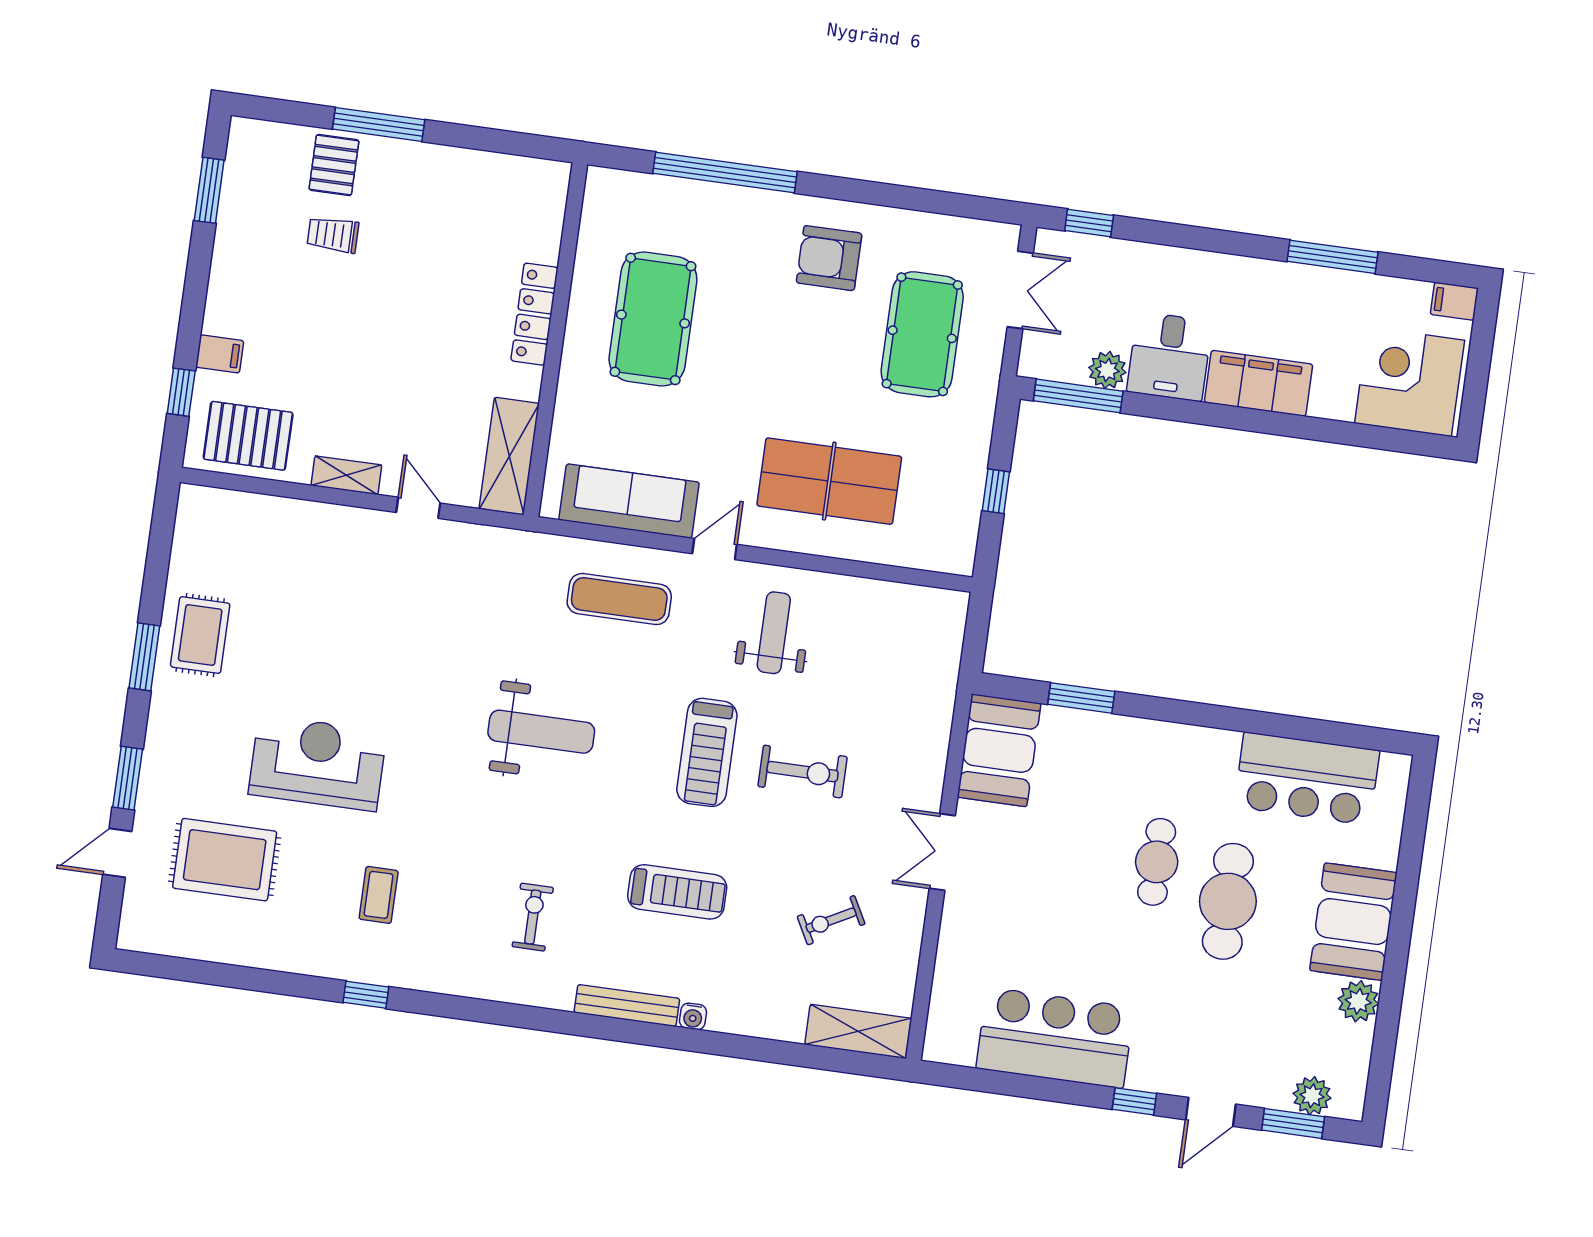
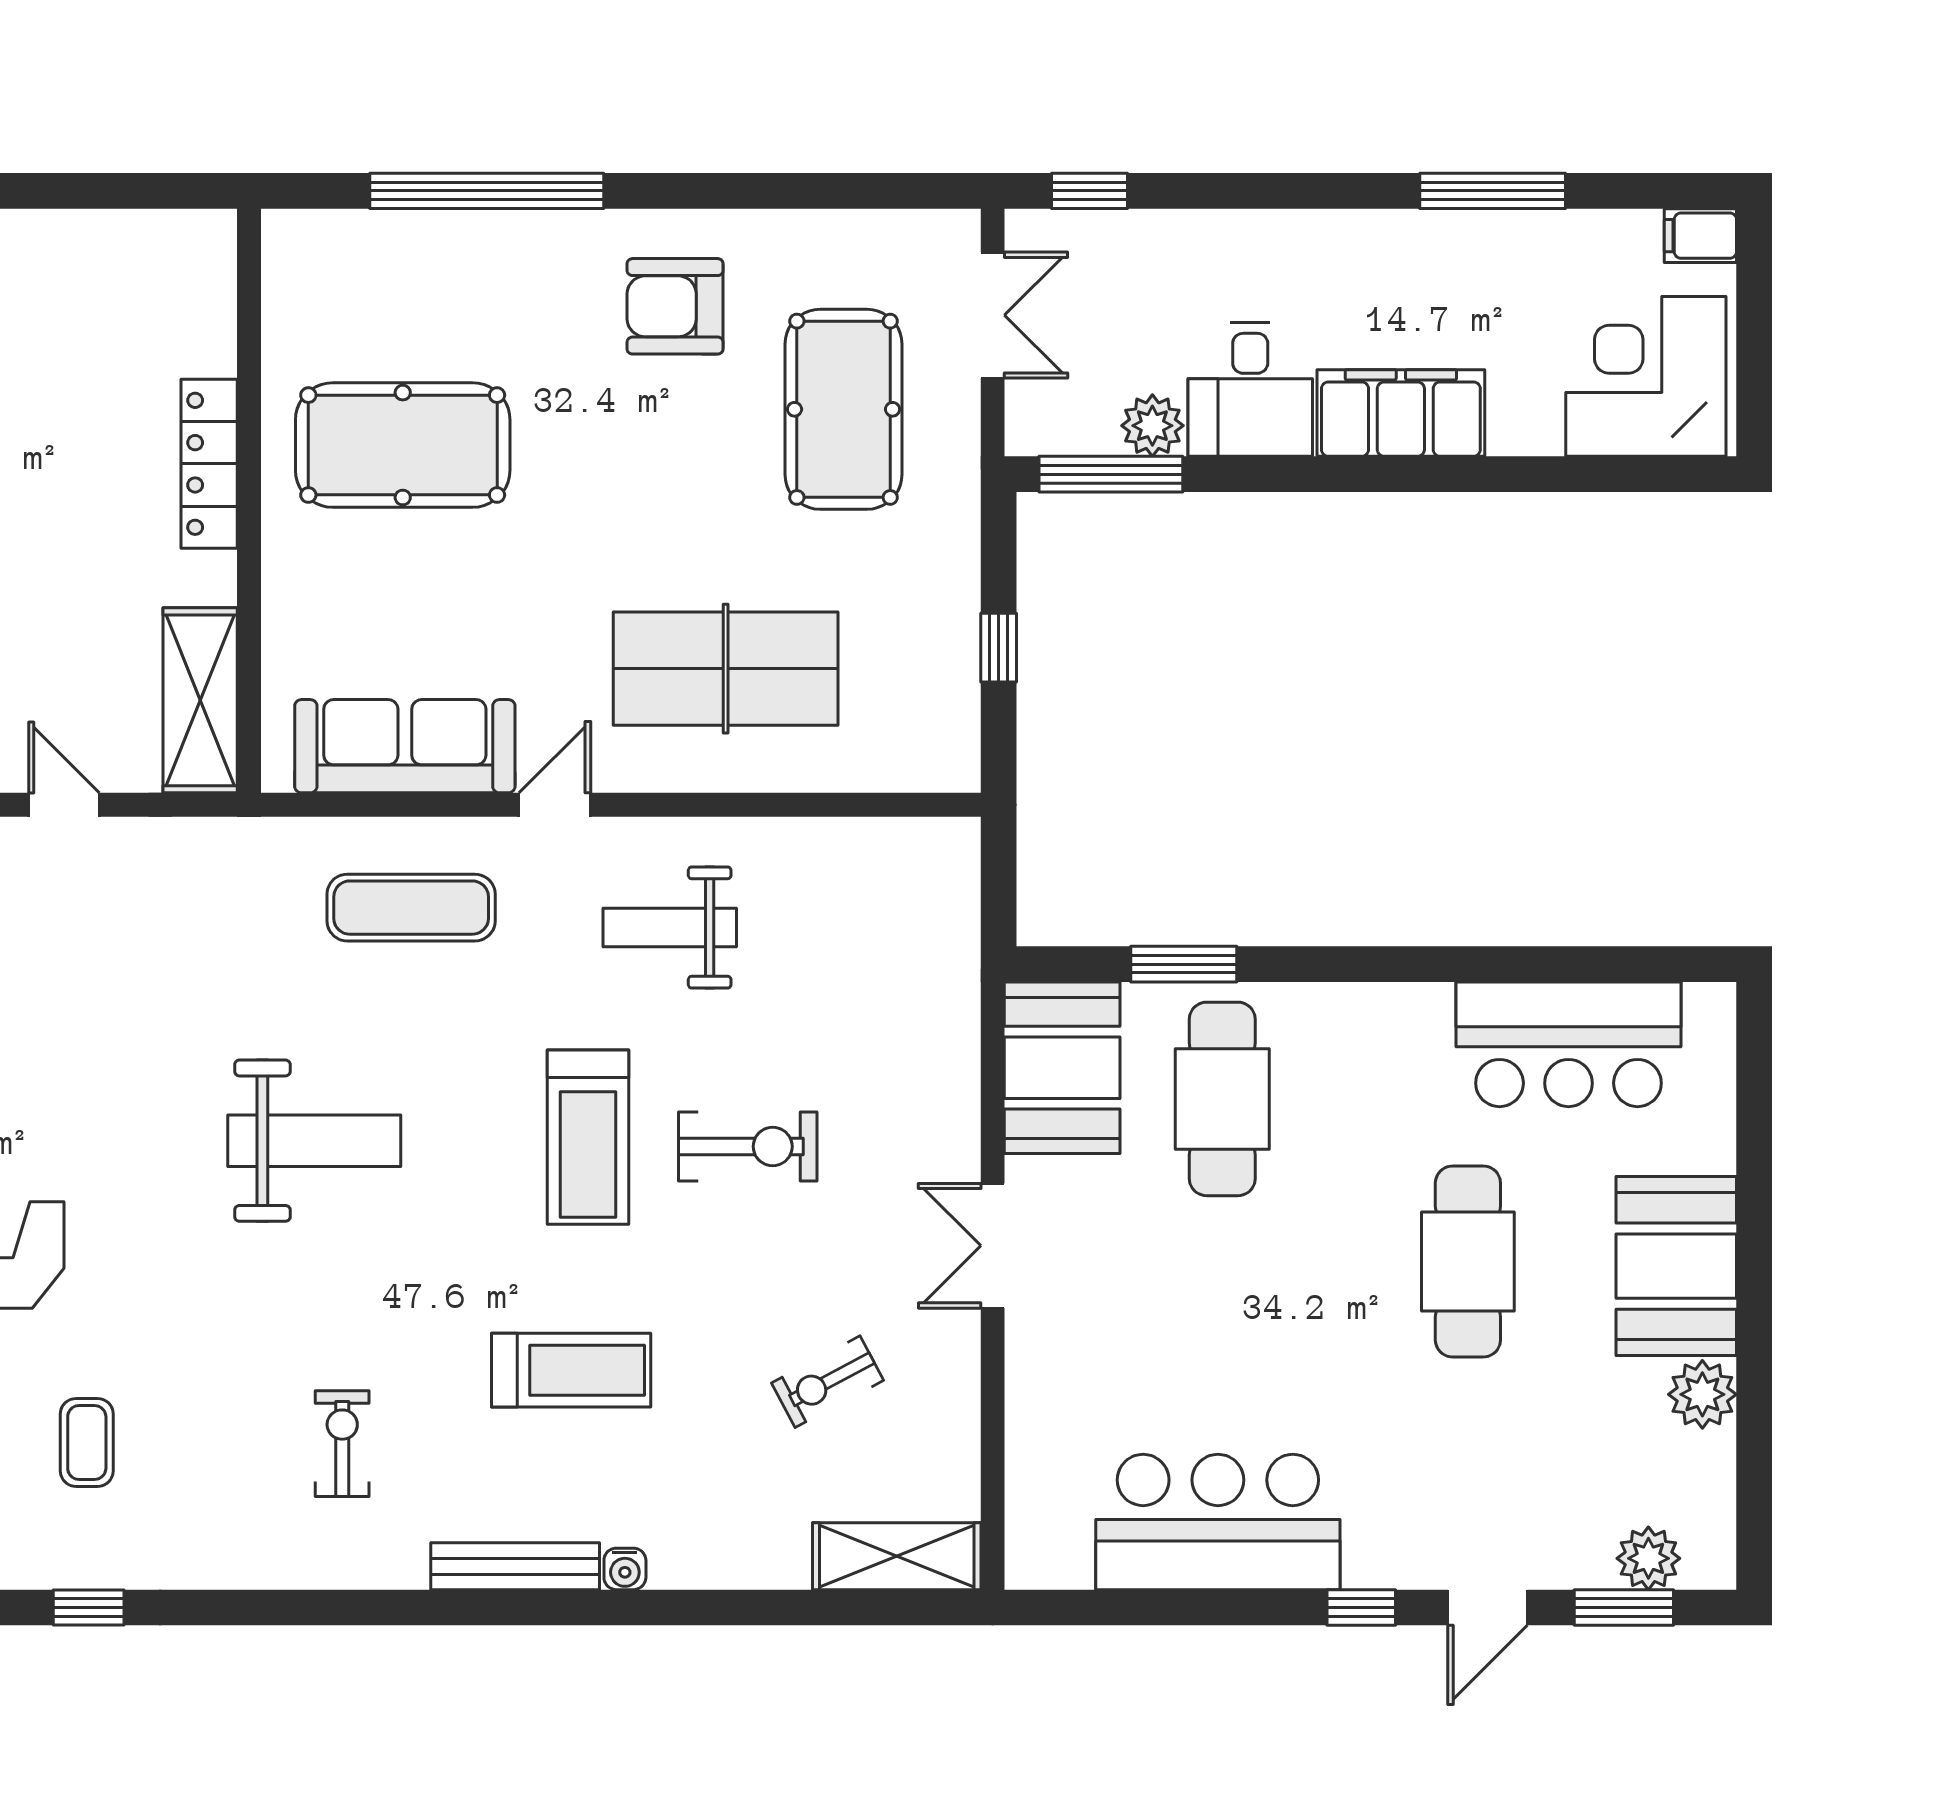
pool table: (653, 319) -> (403, 445), turned 90
weight bench: (774, 633) -> (670, 927), turned -90
cafe table: (1157, 862) -> (1222, 1099), moved, width x1.37, depth x1.35

